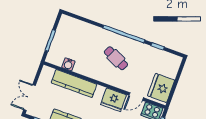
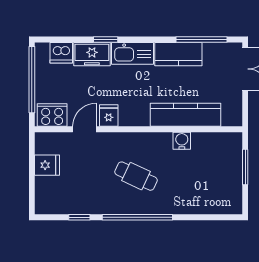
water cooler: (68, 64) -> (182, 141), moved
fridge: (161, 88) -> (47, 165), width x0.53, depth x0.75
fridge: (114, 100) -> (109, 116), width x0.53, depth x0.75

